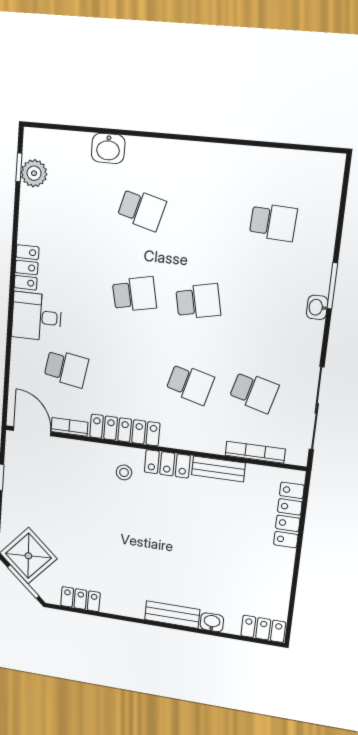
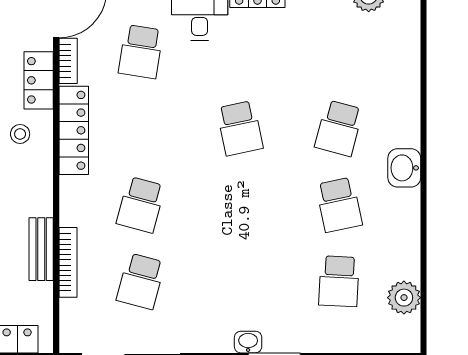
washbasin: (108, 148) -> (404, 168), moved
plant: (294, 165) -> (404, 298), added
school desk: (198, 301) -> (339, 205), moved
bookcase: (255, 452) -> (68, 262), moved
locker: (167, 464) -> (39, 80), moved

